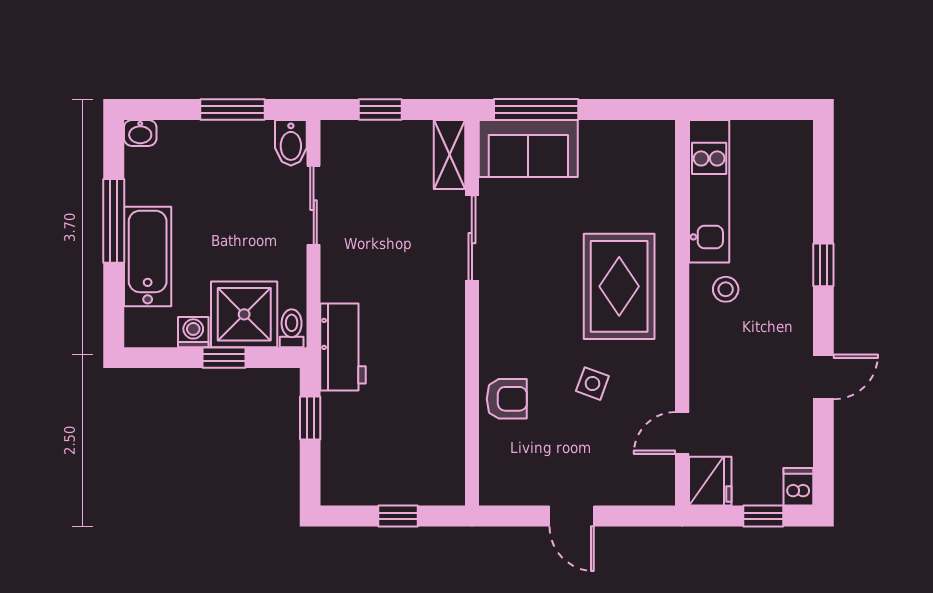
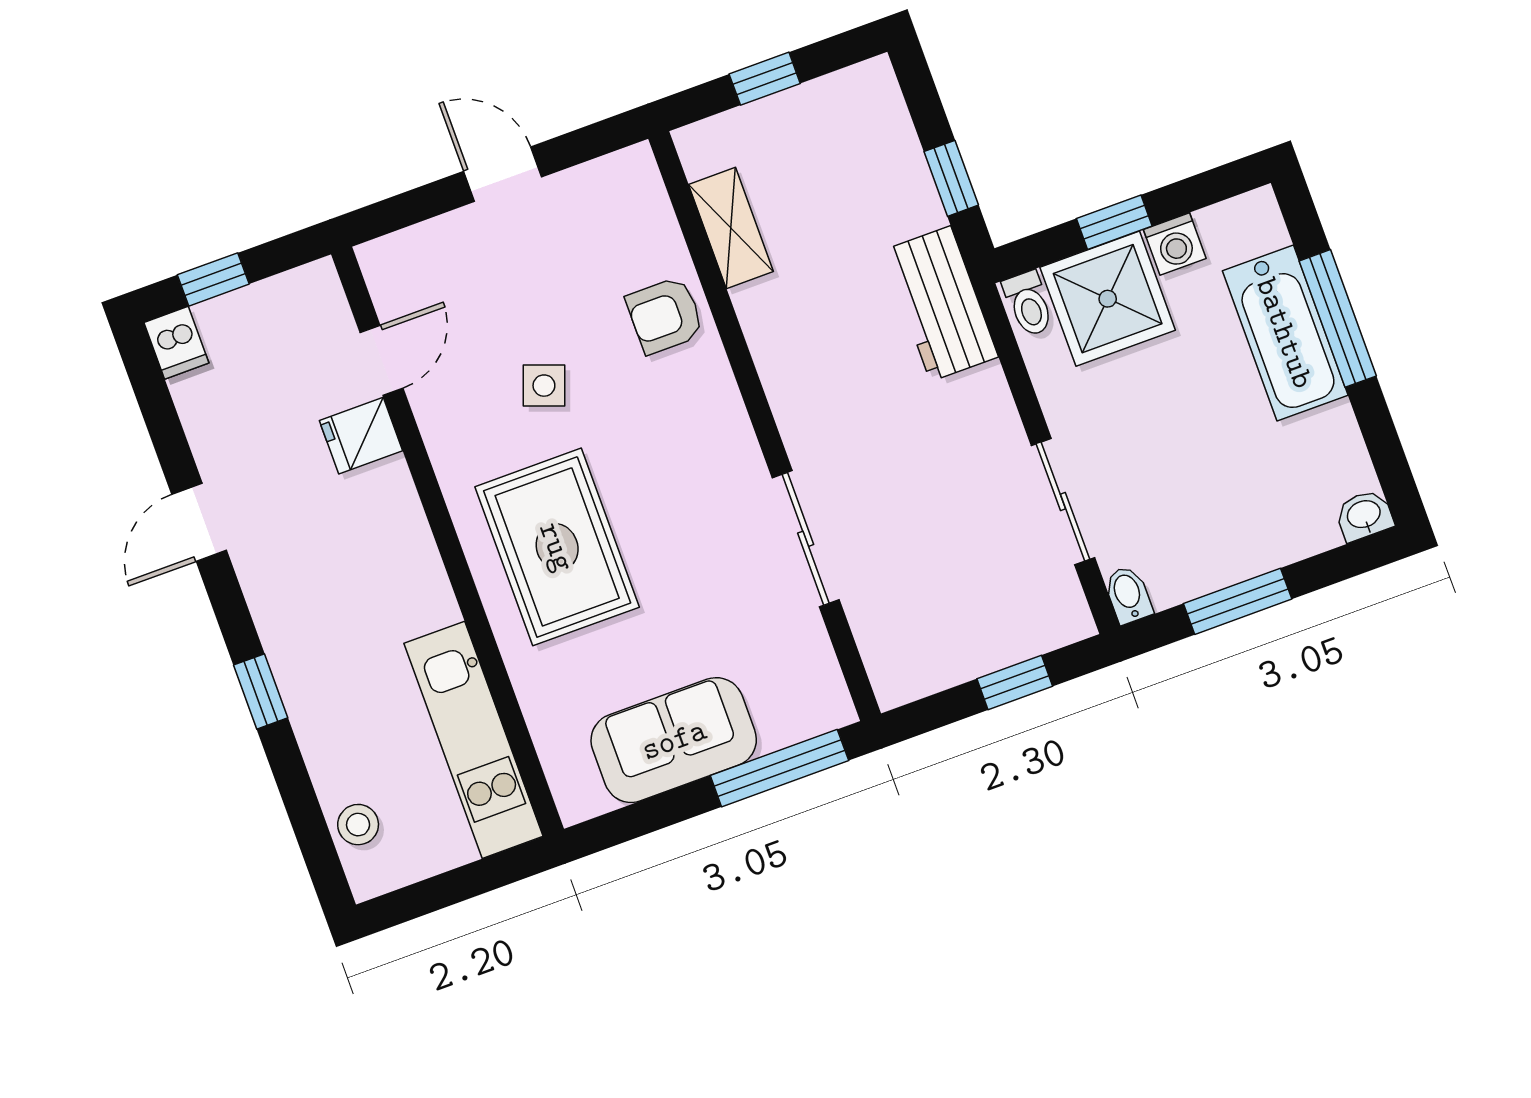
bidet: (291, 143) -> (1128, 595), width x0.72, depth x0.74
sofa: (528, 148) -> (674, 740), moved
shelving: (450, 155) -> (731, 228), moved
window: (114, 221) -> (1338, 318), moved
stool: (726, 289) -> (358, 825), moved
fridge: (710, 481) -> (361, 436), moved, width x0.72

